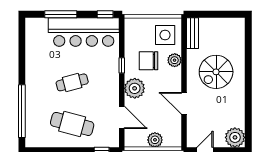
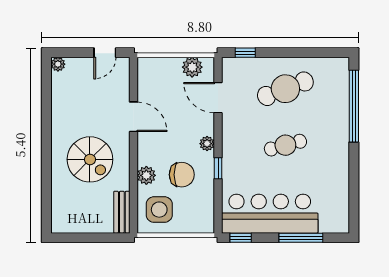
spiral stairs: (216, 72) -> (90, 159), turned 90
plant: (135, 88) -> (207, 144), width x0.53, depth x0.53
cafe table: (72, 124) -> (285, 89), turned -36
plant: (235, 137) -> (58, 64), width x0.53, depth x0.53
plant: (155, 140) -> (192, 67), moved

